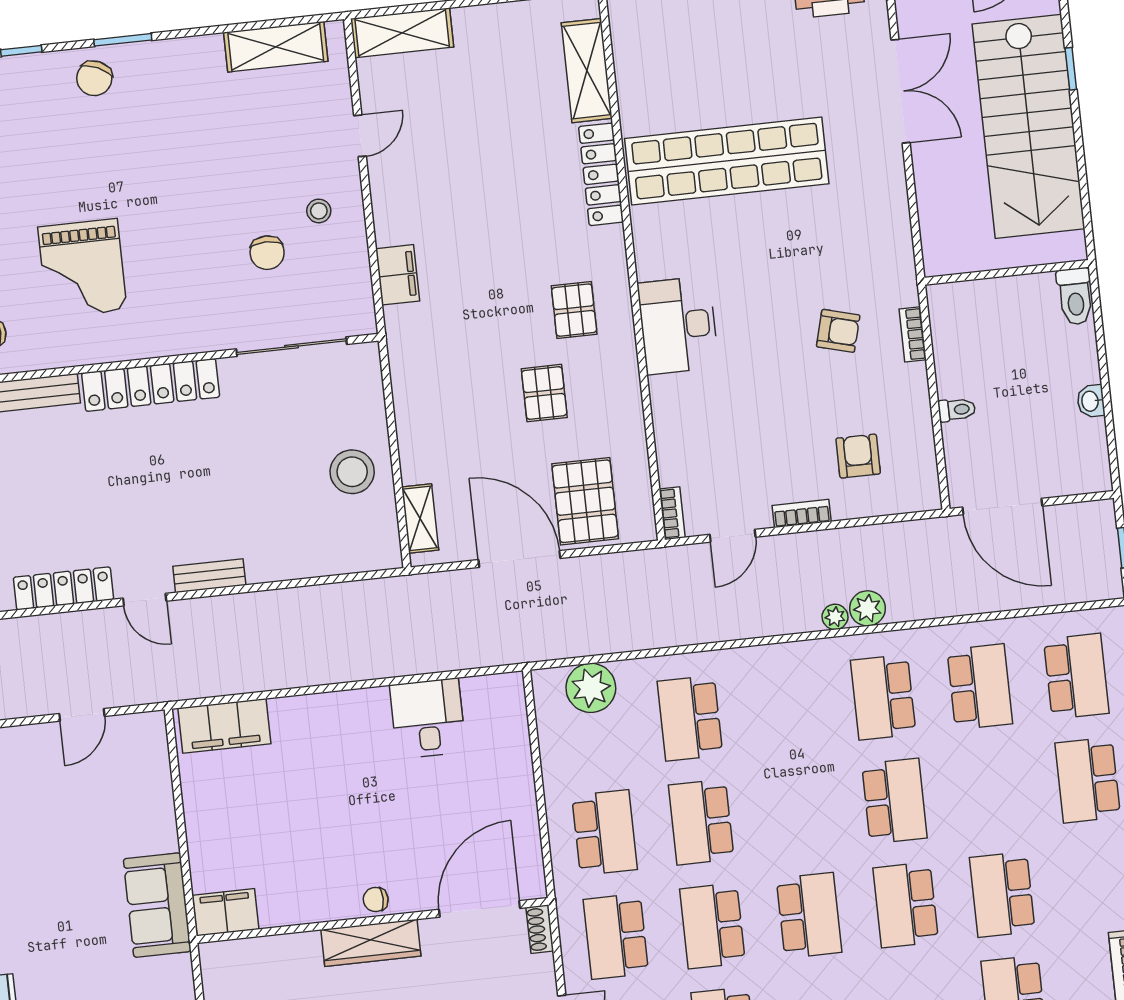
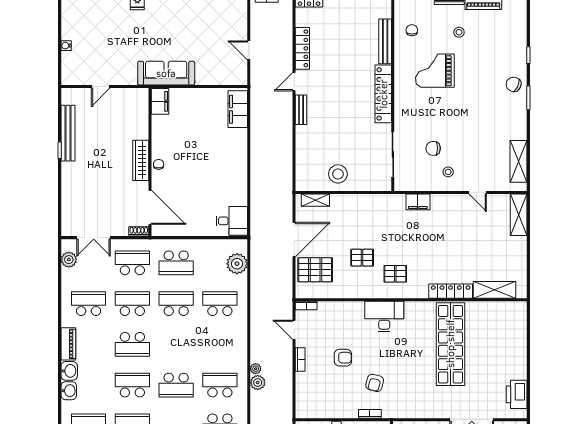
armchair: (858, 456) -> (343, 358), moved
desk: (428, 718) -> (232, 221), moved
sofa: (157, 905) -> (166, 73), width x1.36

